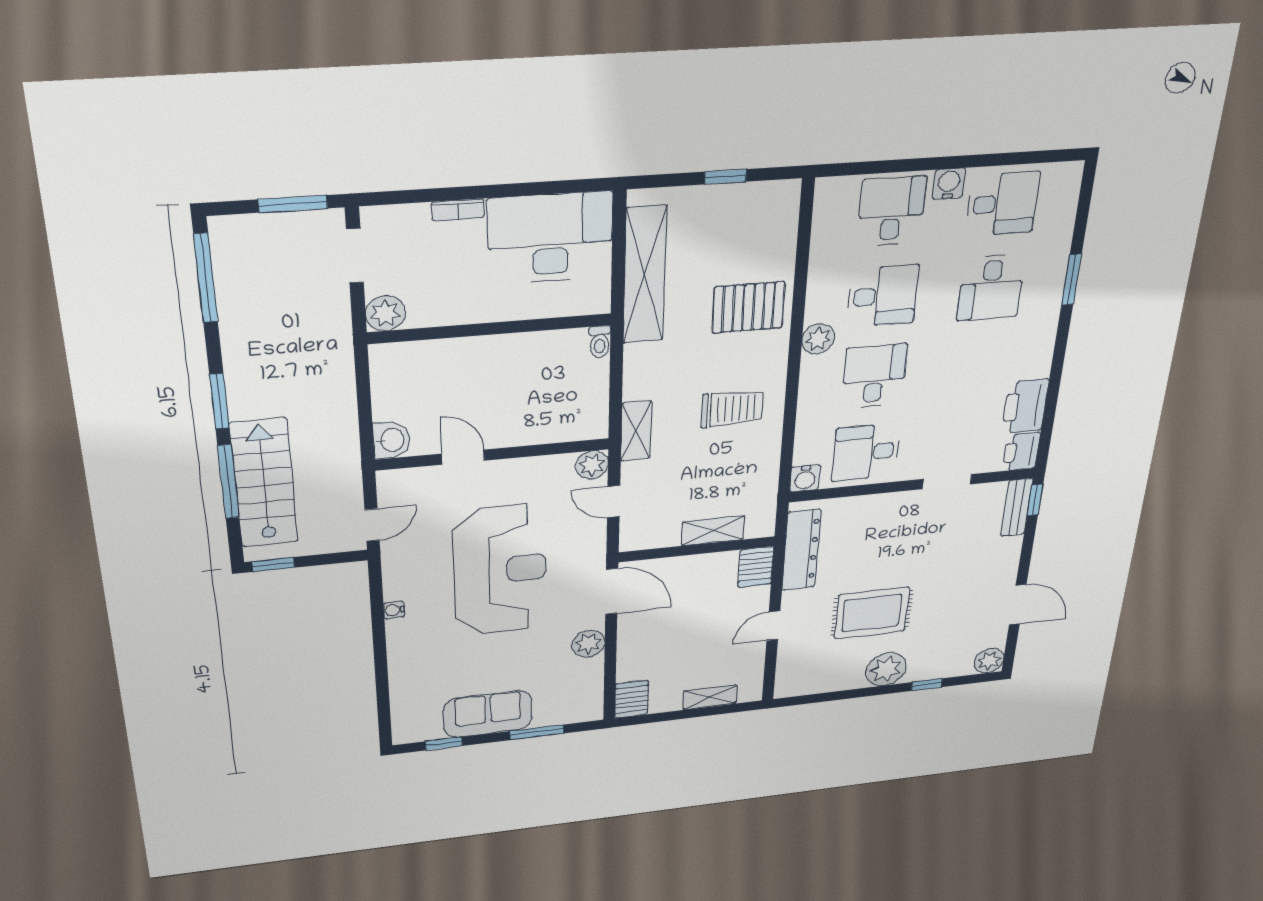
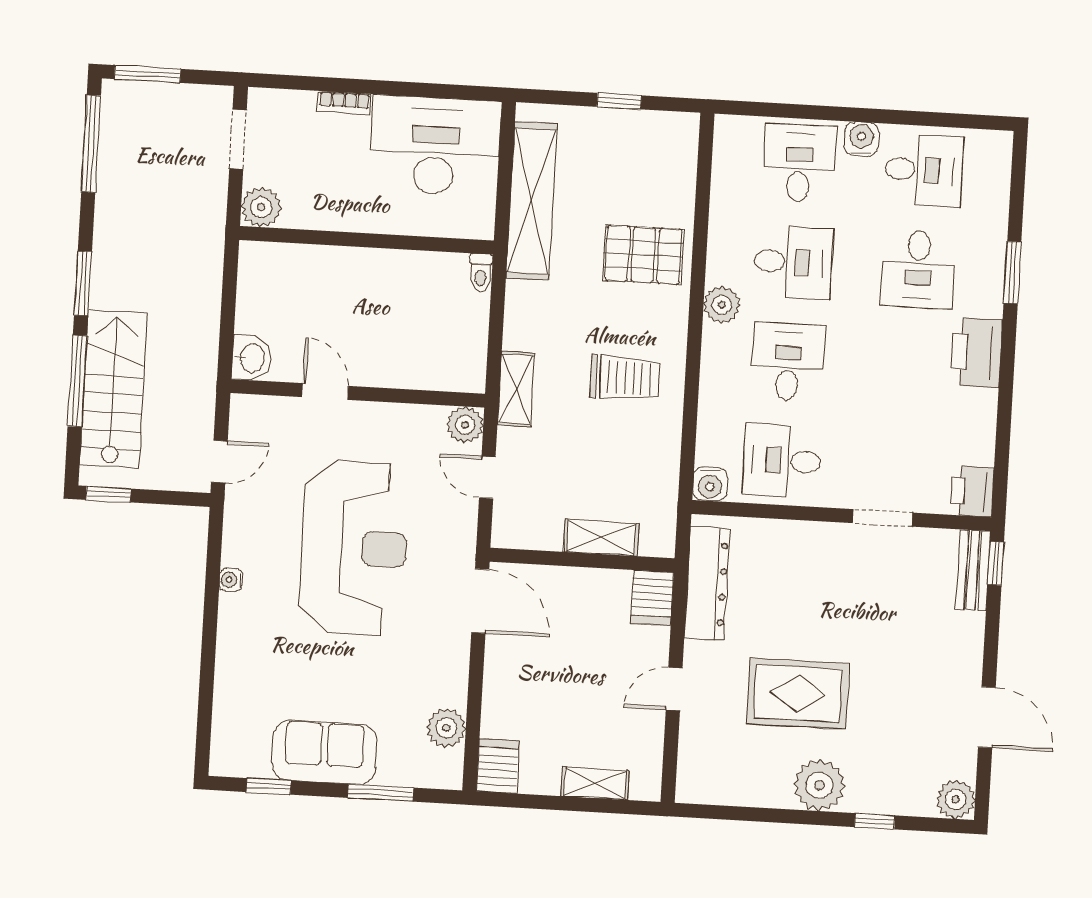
window: (293, 204) -> (148, 74), moved
printer: (1025, 406) -> (976, 353), moved
plant: (588, 644) -> (446, 728), moved

